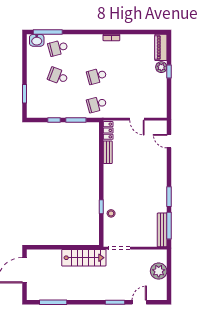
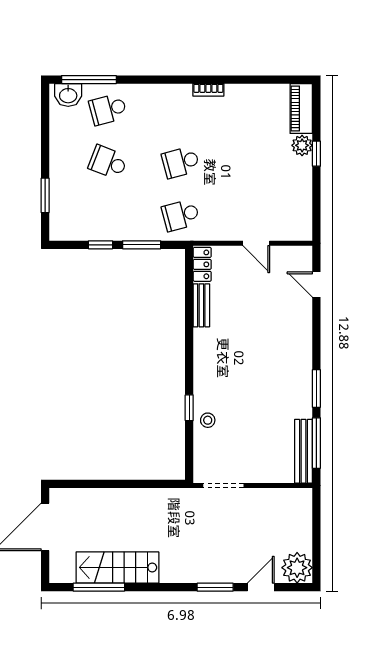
stairs: (84, 258) -> (117, 567), moved, turned 180
plant: (159, 271) -> (297, 568), moved

